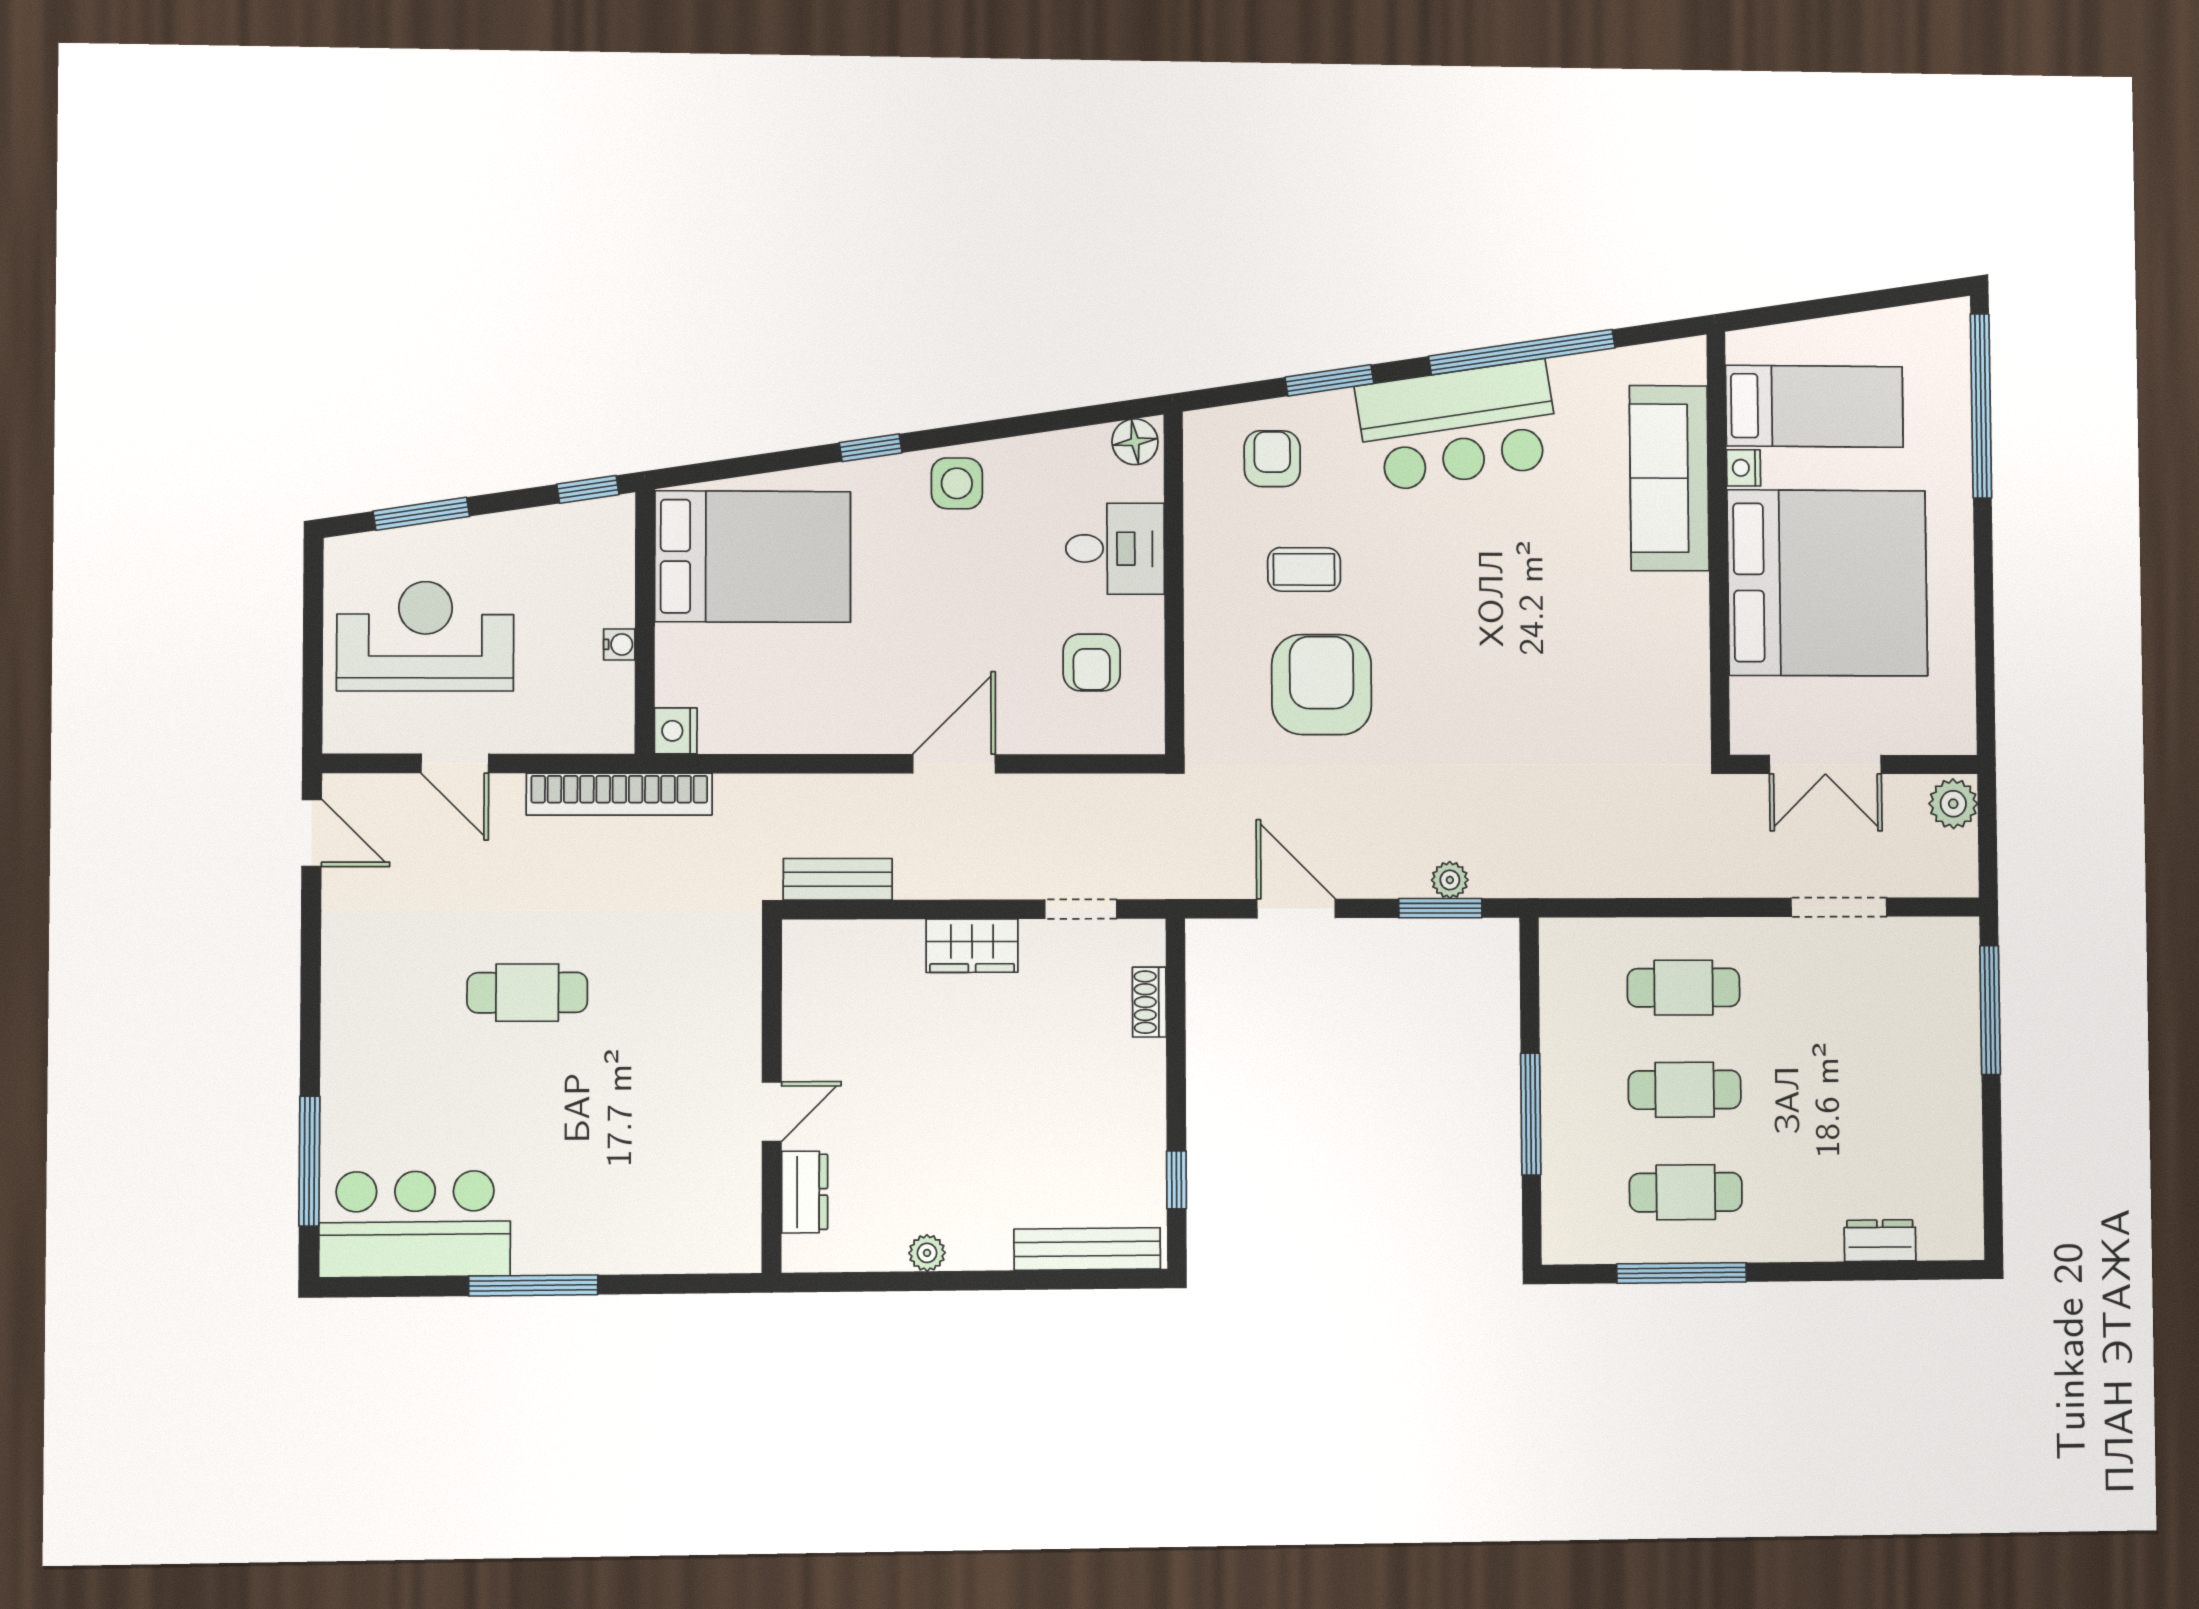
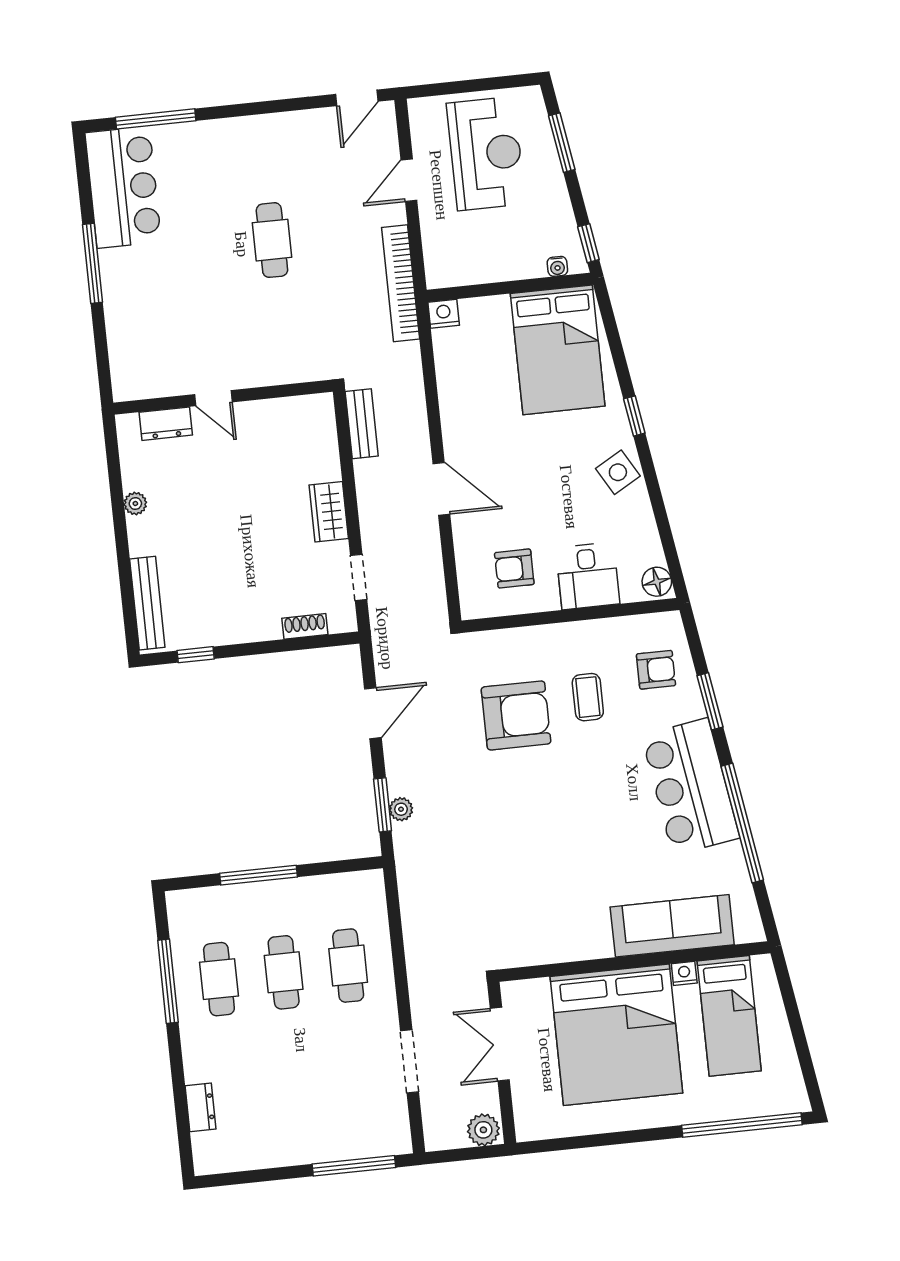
side table: (957, 483) -> (618, 472), turned -30
water cooler: (619, 644) -> (557, 266), moved

